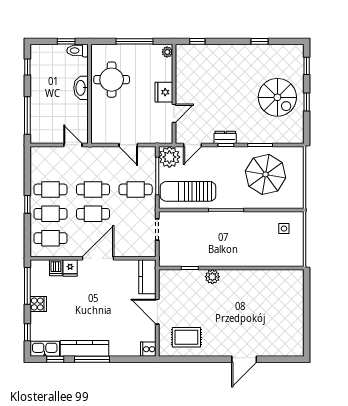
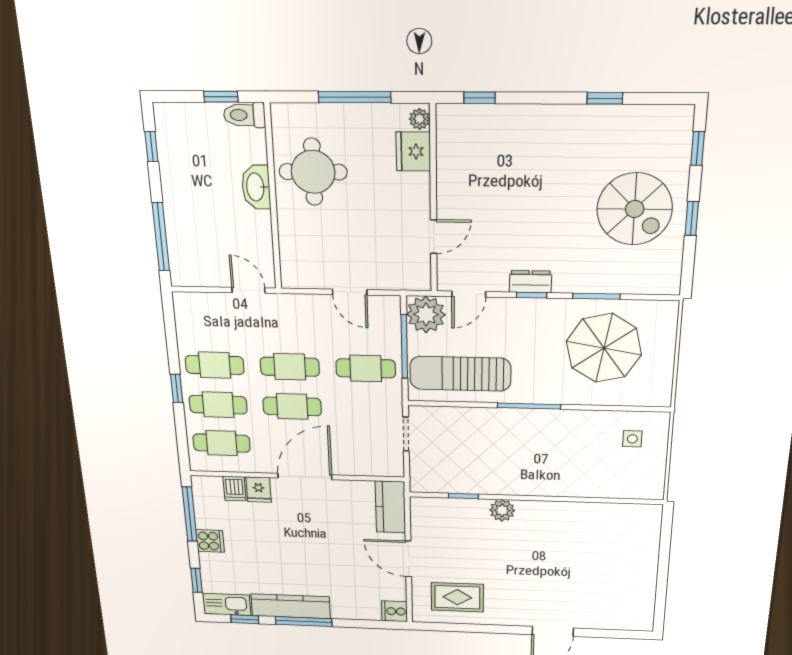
fridge: (164, 92) -> (413, 151), moved

